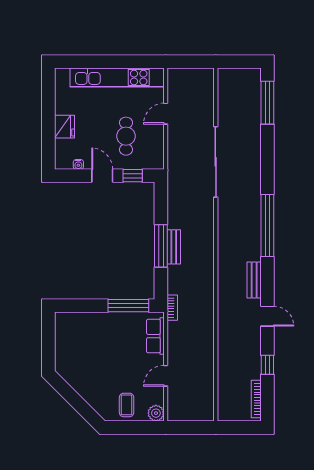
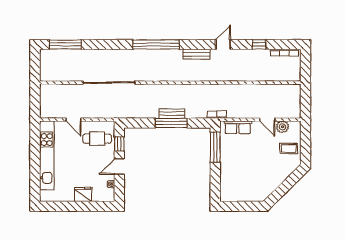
cafe table: (126, 136) -> (97, 139), moved
plant: (156, 413) -> (282, 127), moved

